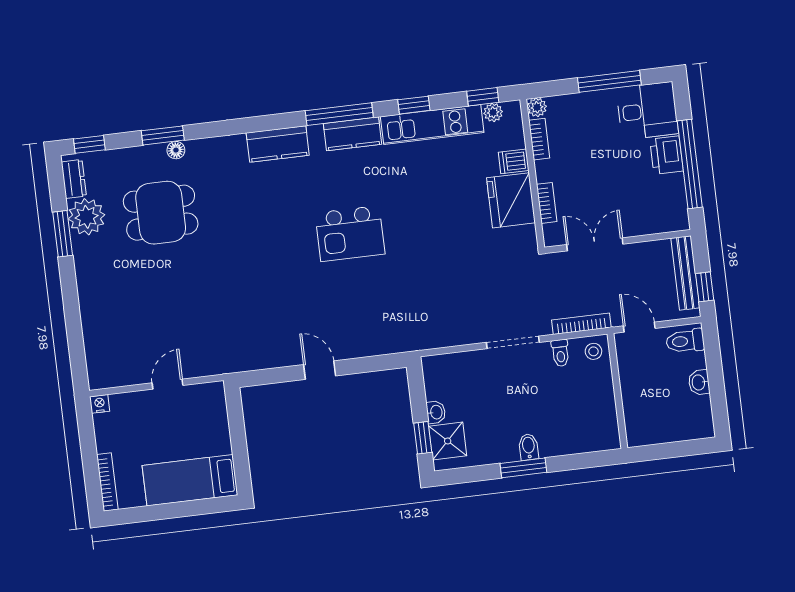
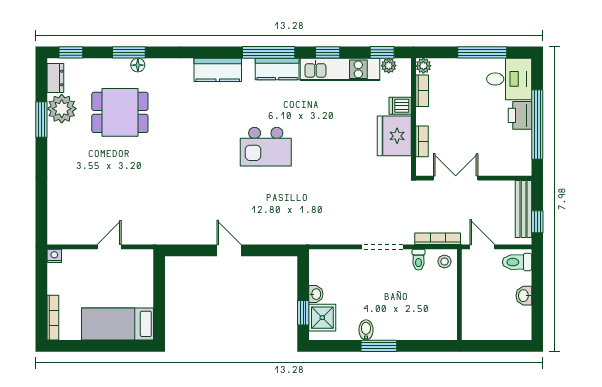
bidet: (529, 447) -> (366, 330), moved

